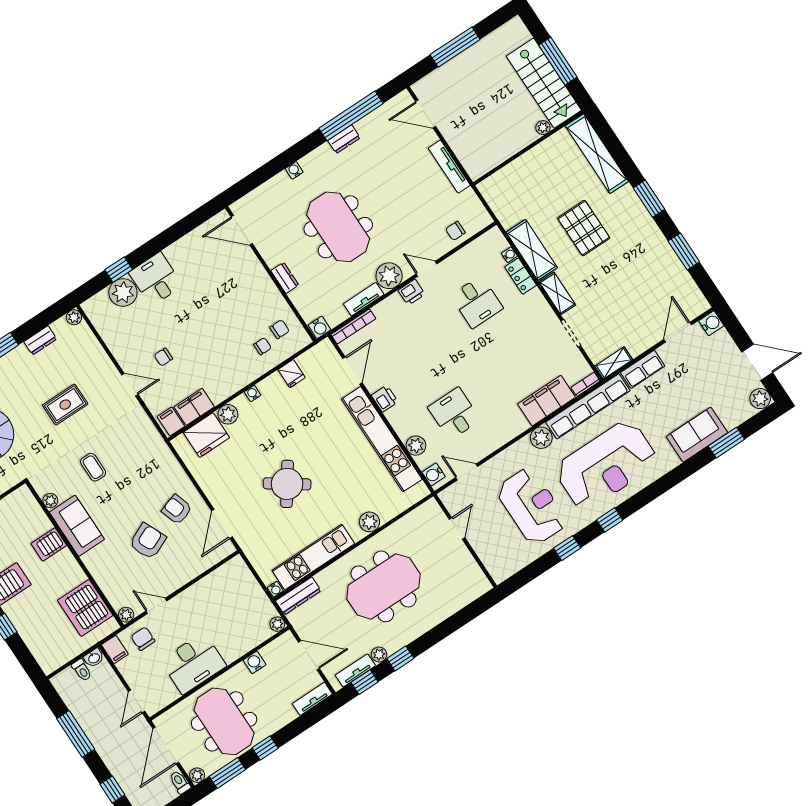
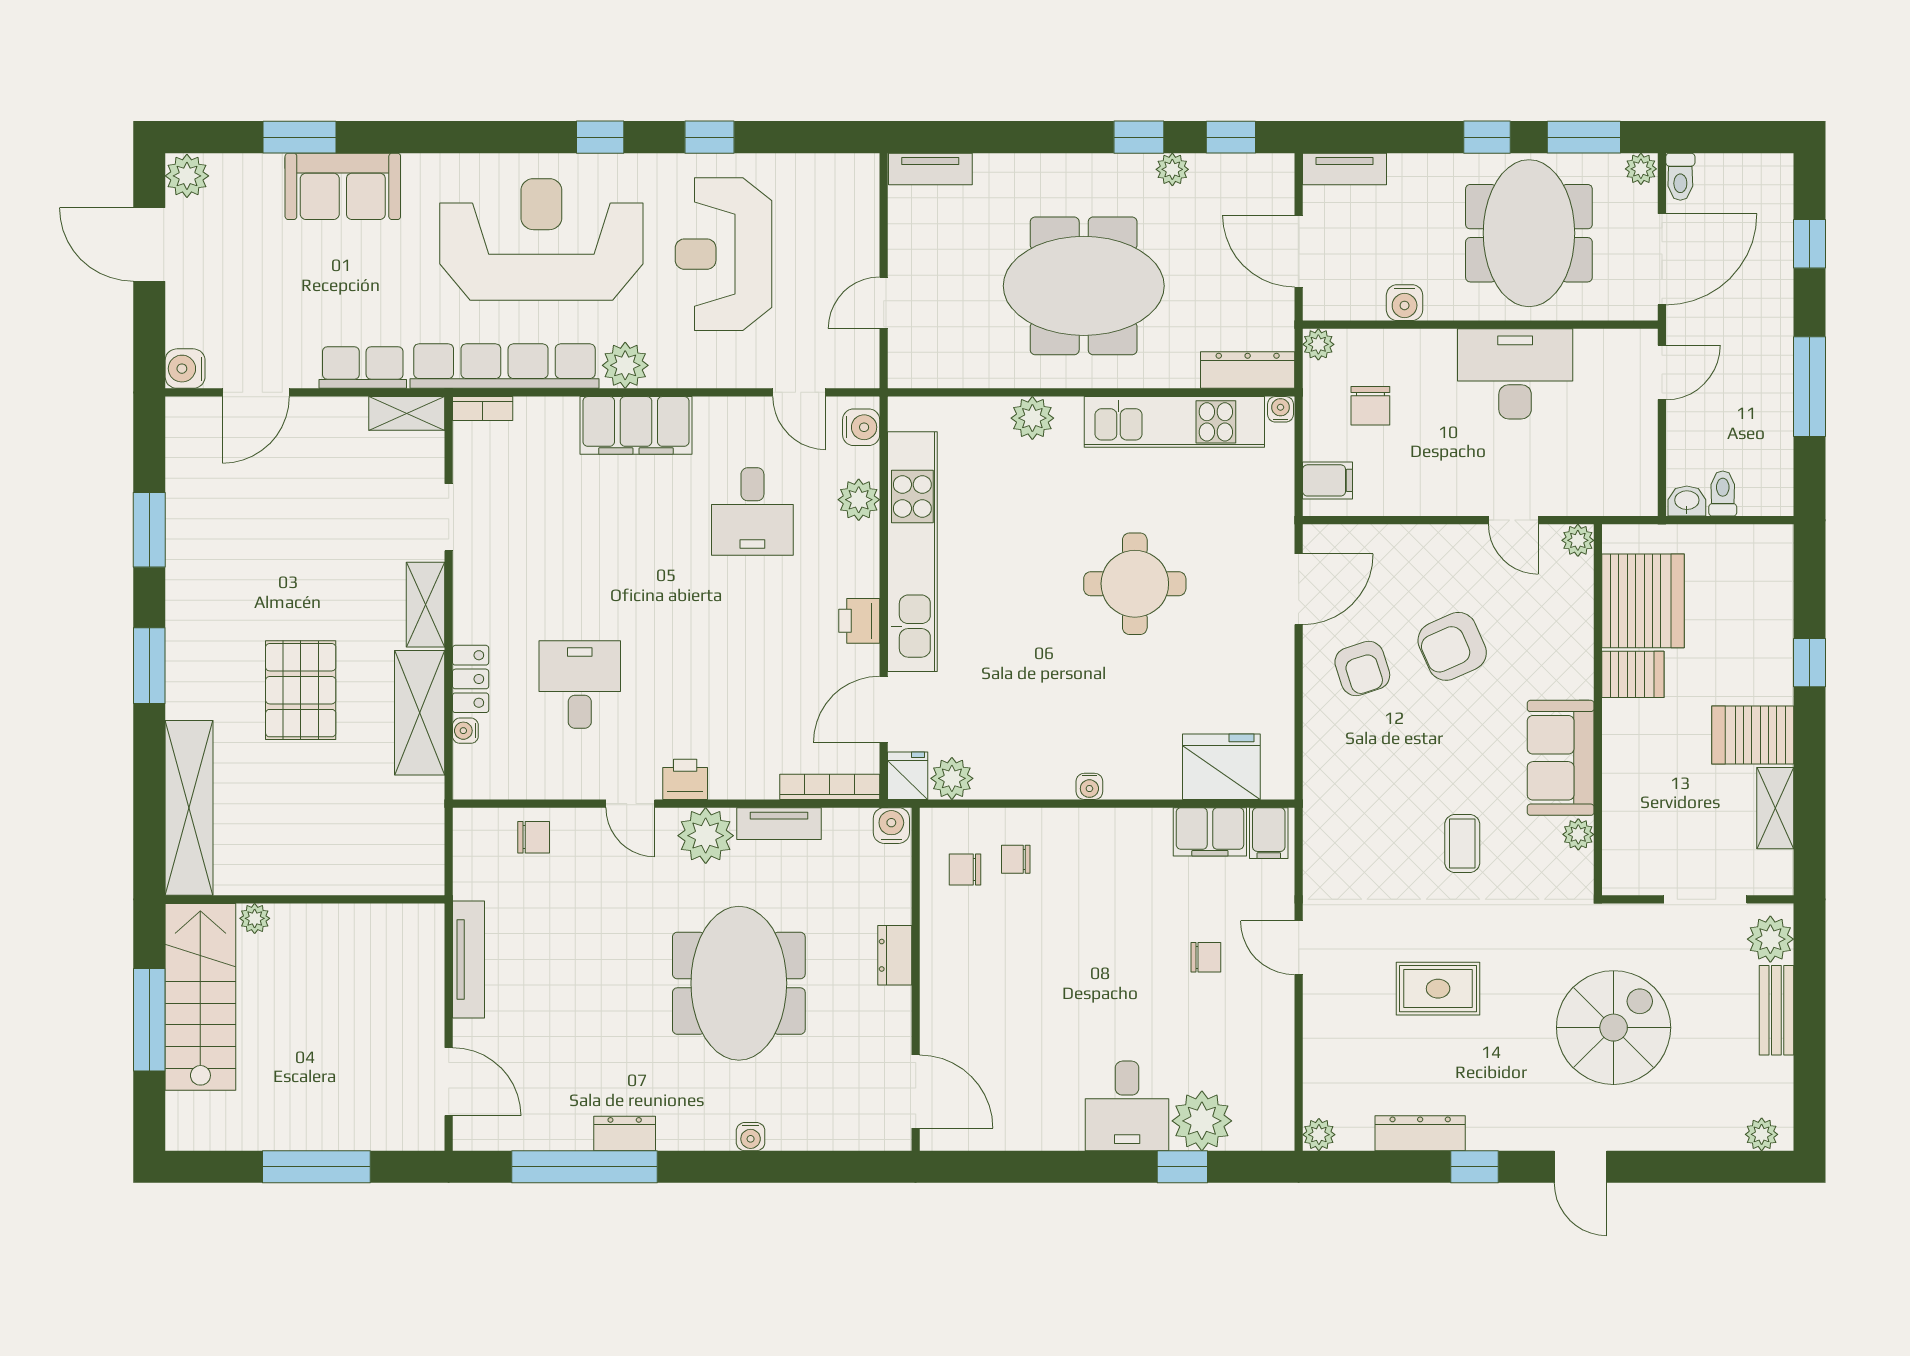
dresser: (40, 340) -> (1420, 1133), width x1.44
fridge: (292, 374) -> (908, 776), moved
filing cabinet: (546, 401) -> (636, 425), moved
plant: (228, 414) -> (952, 778), moved
round table: (287, 484) -> (1135, 584), turned -35
server rack: (49, 544) -> (1633, 674), moved
chair: (143, 639) -> (1370, 406), moved
filing cabinet: (115, 649) -> (1328, 480), moved, turned 90
tv unit: (355, 670) -> (930, 169), moved

